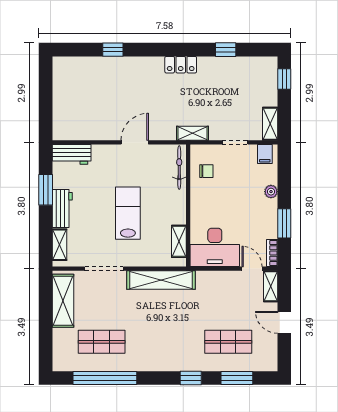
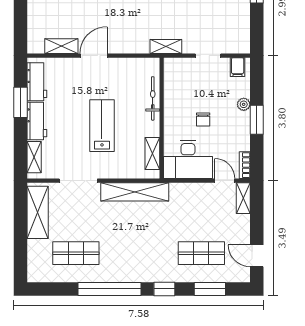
shelving: (270, 124) -> (61, 46), moved, turned 90
door: (135, 142) -> (94, 56), moved
workbench: (72, 154) -> (37, 82), moved, turned -90
bicycle: (179, 168) -> (153, 98), moved
chair: (206, 171) -> (203, 120), moved, turned 90
window: (284, 223) -> (257, 120), moved
door: (284, 322) -> (257, 256), moved
window: (105, 378) -> (109, 289), moved

